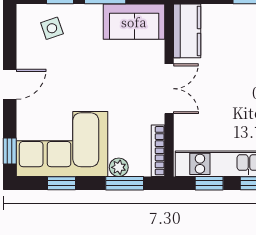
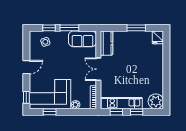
double door: (169, 89) -> (98, 69), swing flipped
window: (125, 183) -> (78, 112), removed

